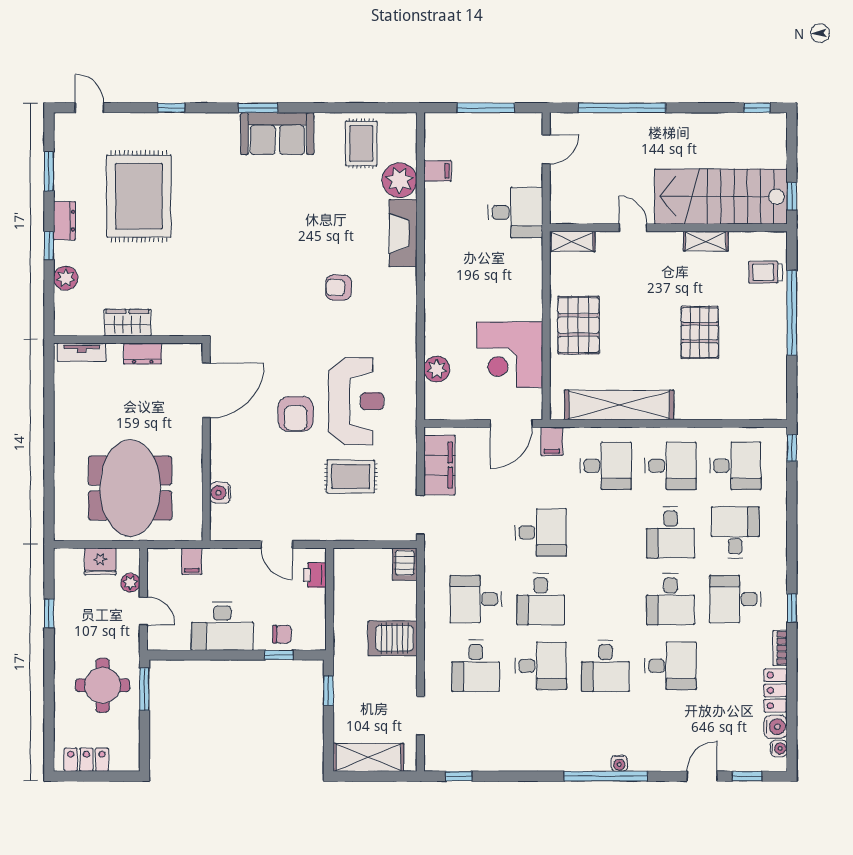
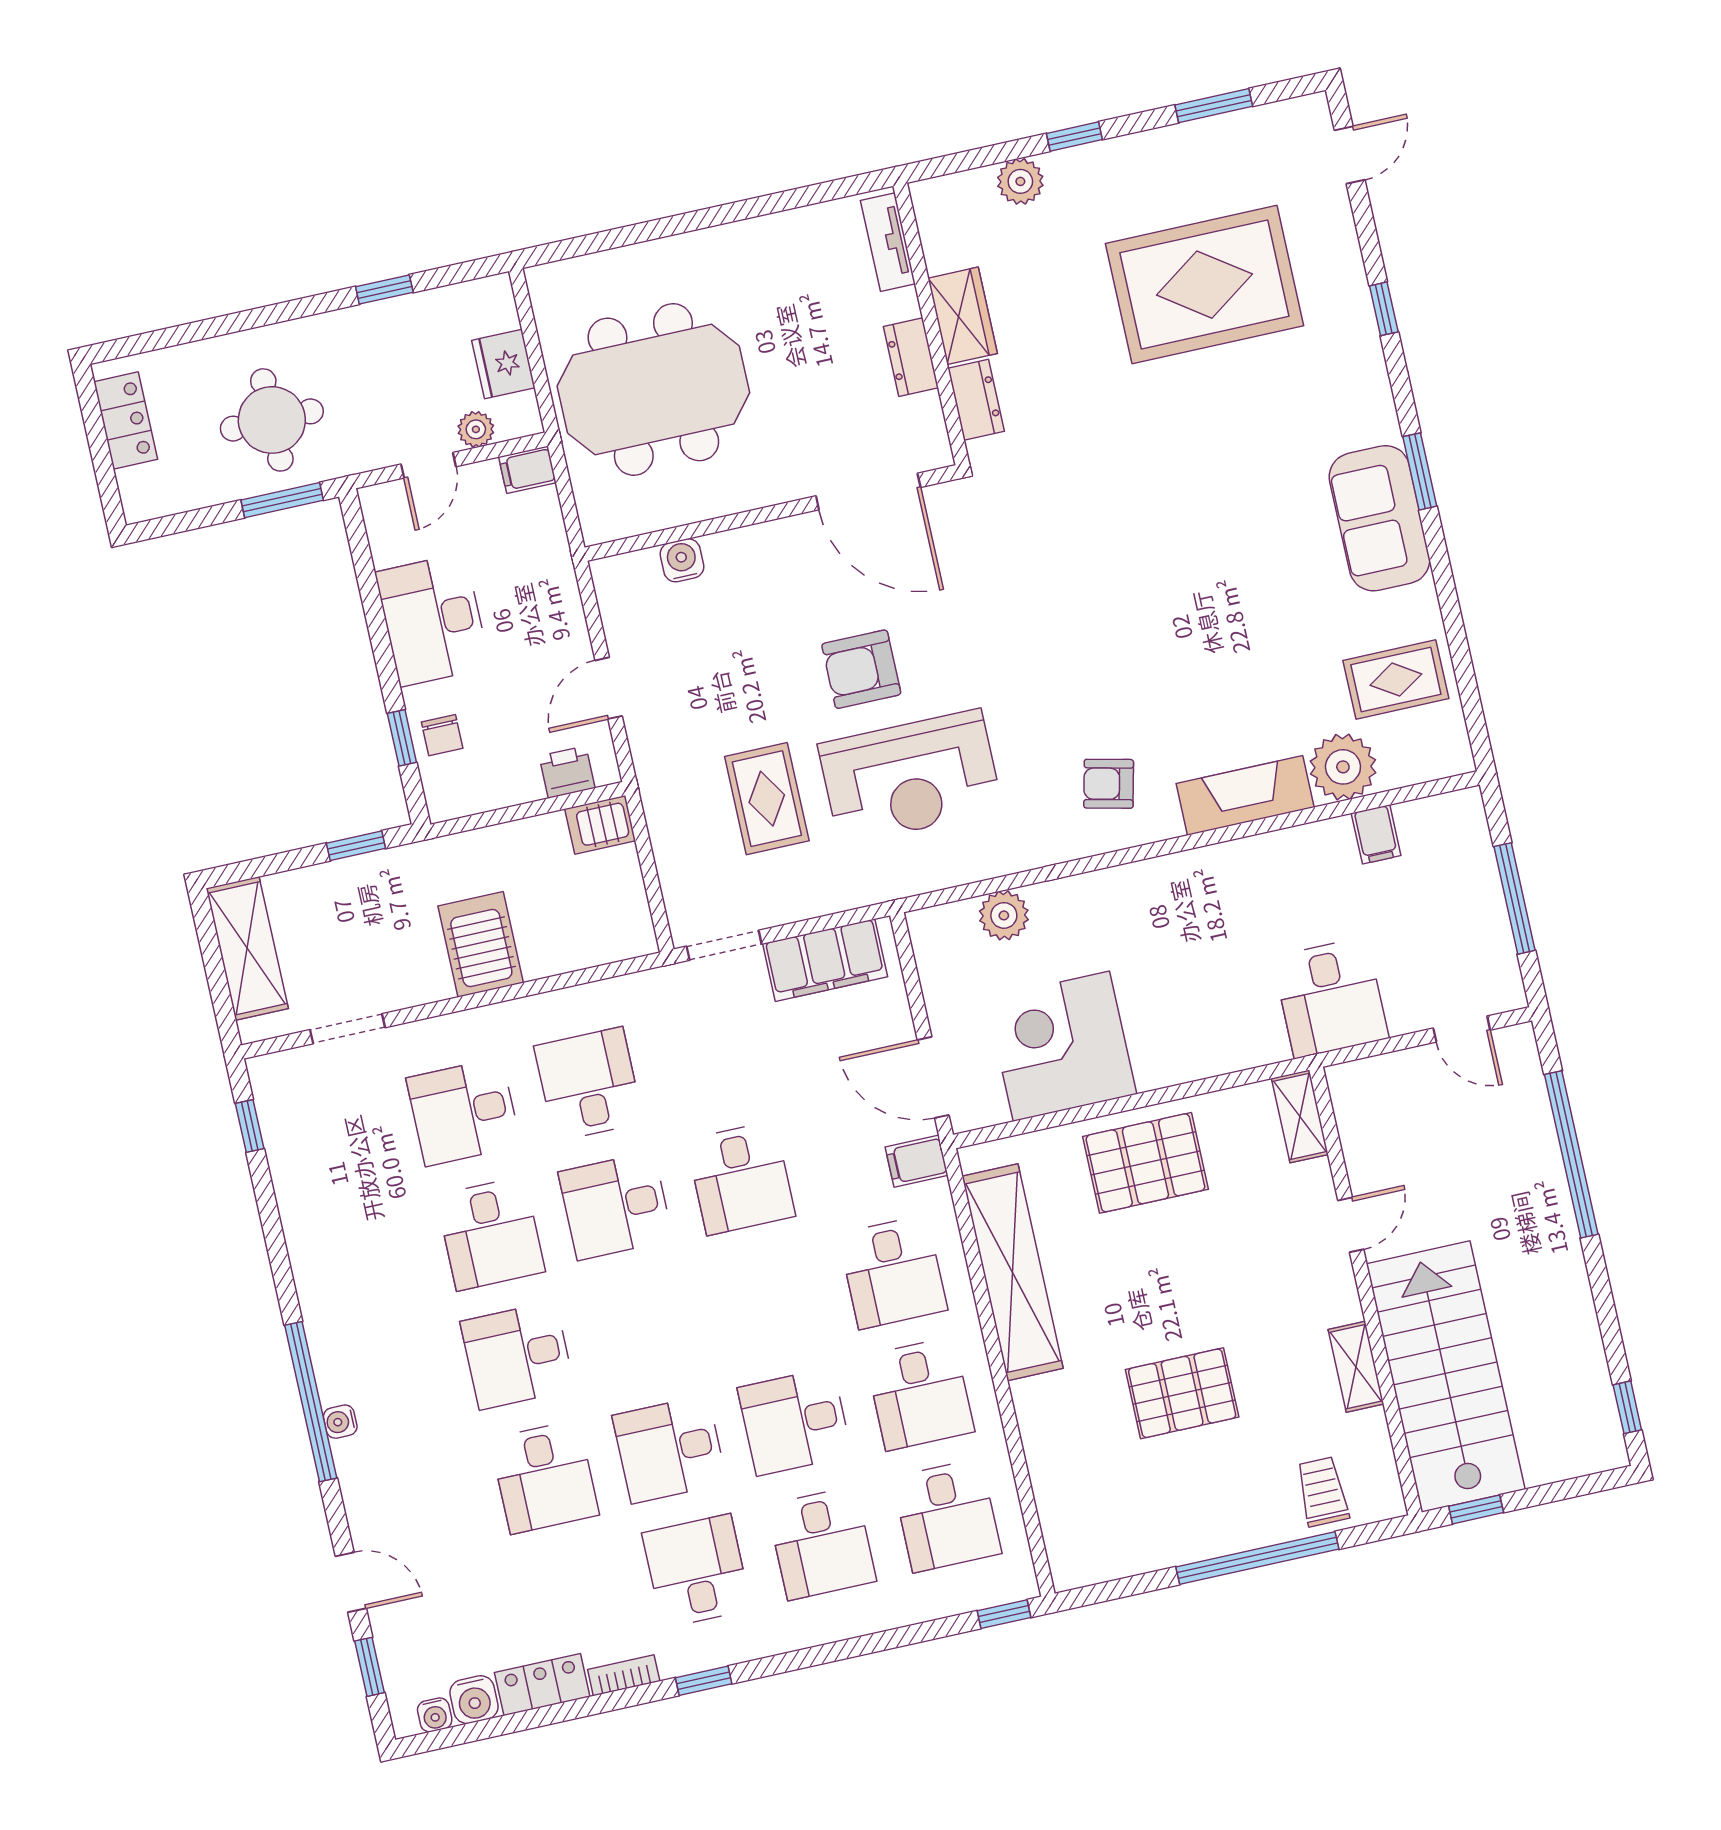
dresser: (64, 221) -> (976, 400), moved, turned -90
armchair: (339, 288) -> (1109, 784), moved, turned -77
desk: (735, 532) -> (822, 1543), turned 90
filing cabinet: (192, 561) -> (527, 470), moved
server rack: (405, 564) -> (600, 825), moved

